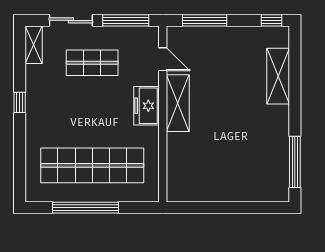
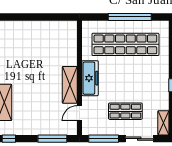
door: (163, 59) -> (79, 113), hinge flipped
freezer: (147, 106) -> (90, 78), width x1.40

